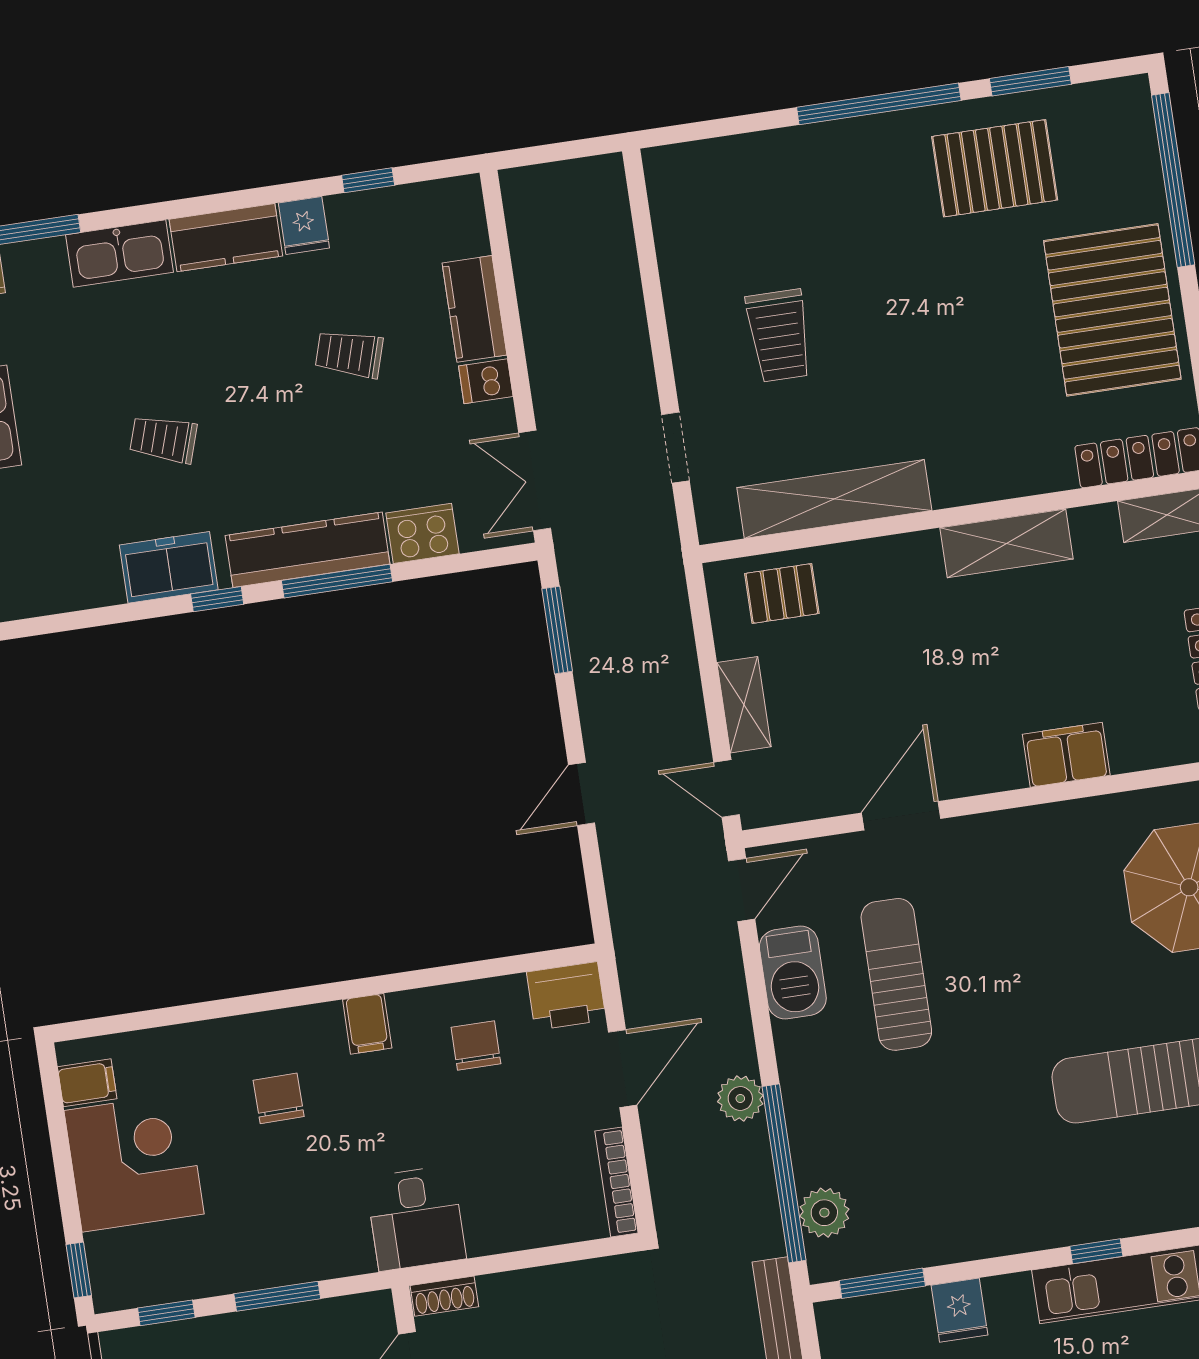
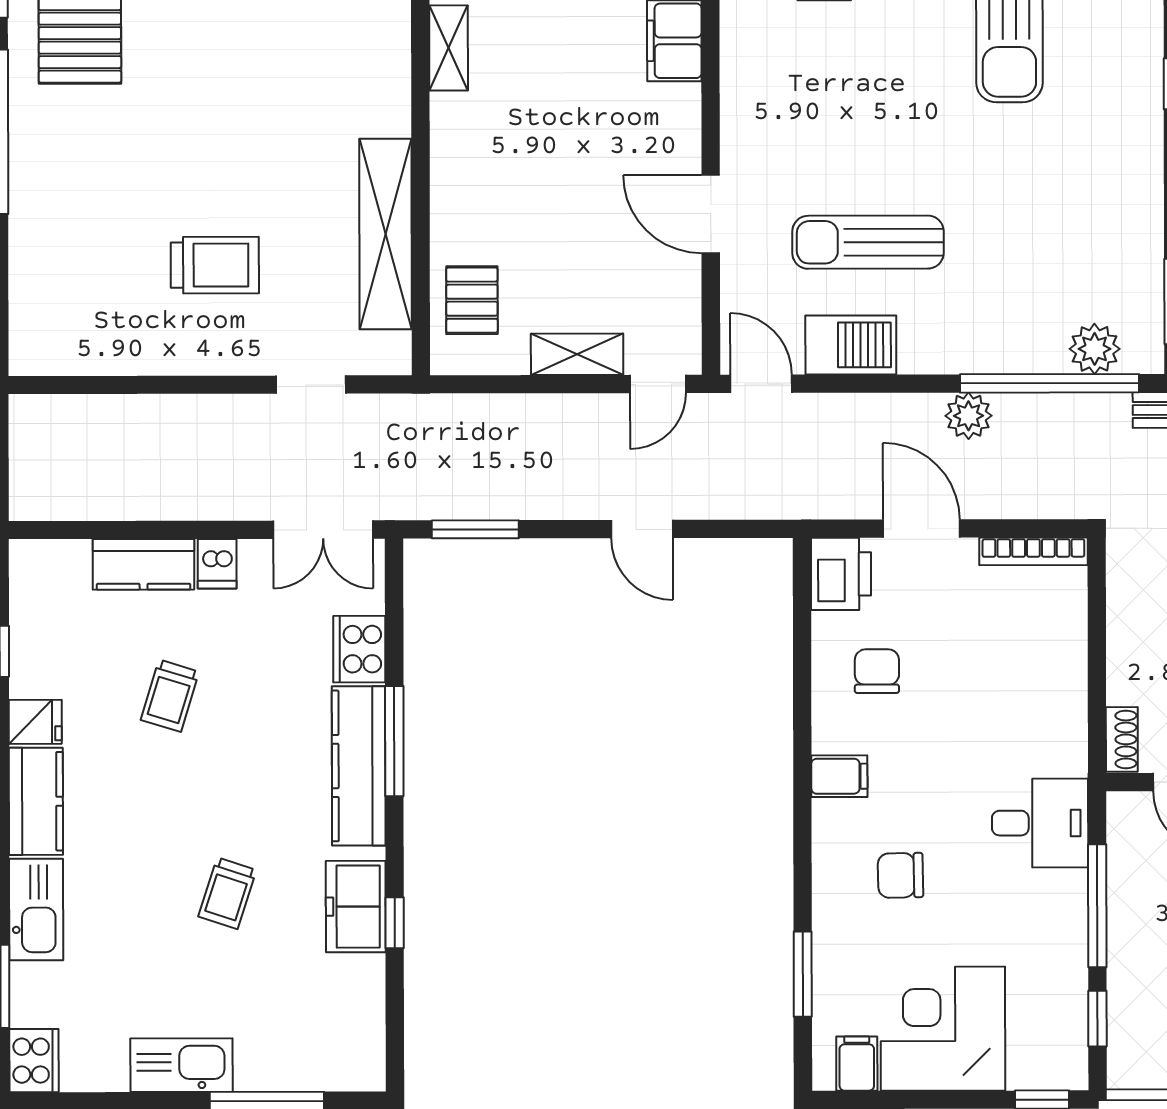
shelving: (1006, 543) -> (449, 48), width x0.67, depth x0.75
window: (217, 599) -> (395, 923), moved
window: (167, 1017) -> (803, 974), added
chair: (476, 1045) -> (877, 671), turned 90
desk: (416, 1218) -> (1040, 823), moved
window: (277, 1296) -> (1097, 906), width x1.44

